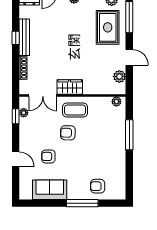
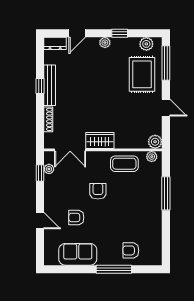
plant: (119, 76) -> (155, 142), moved
coffee table: (75, 110) -> (124, 164), moved
armchair: (68, 133) -> (98, 191), turned 88

